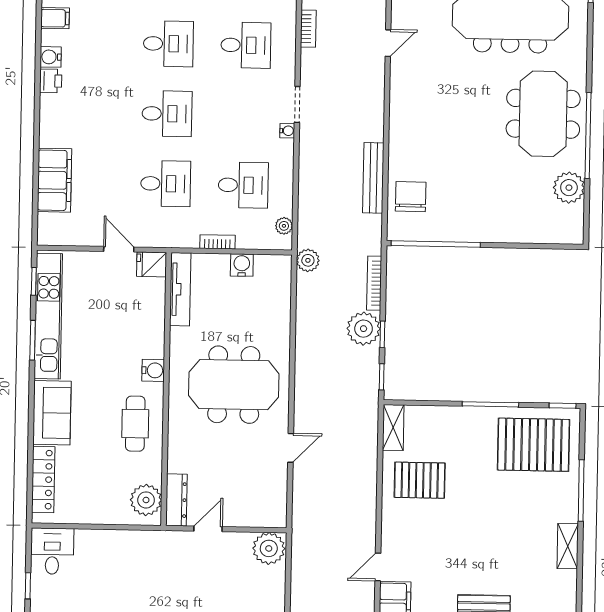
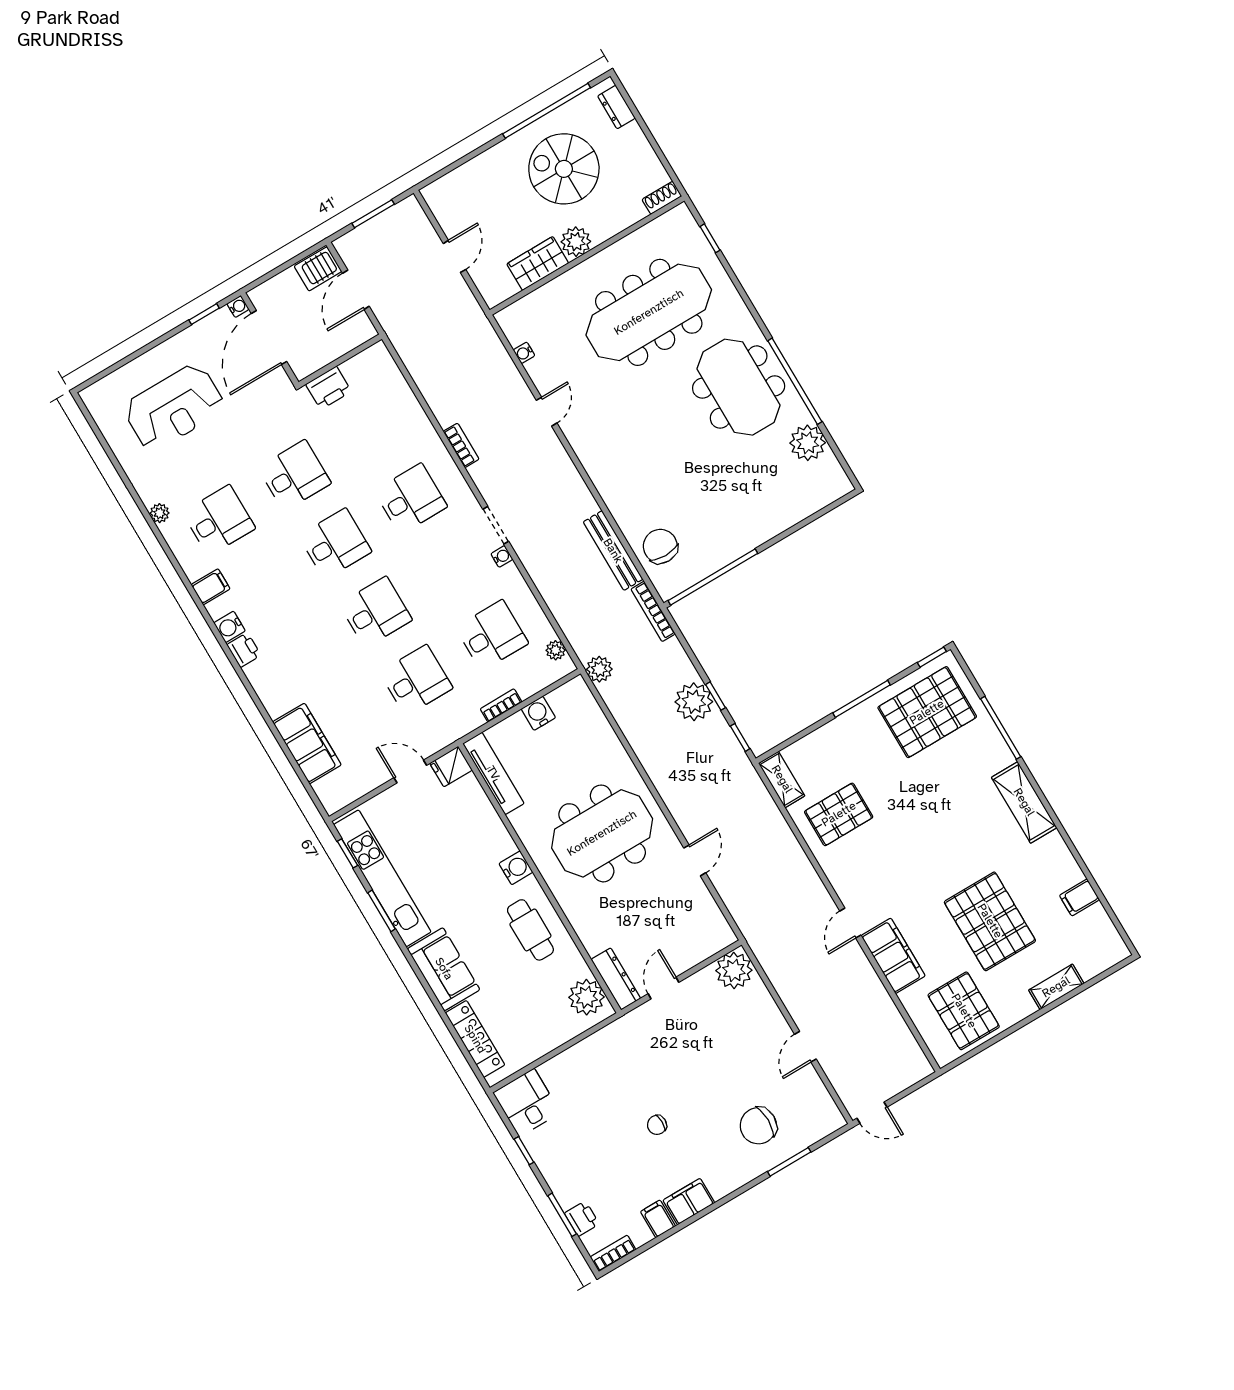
bookcase: (374, 283) -> (653, 611), moved
shelving: (568, 546) -> (1024, 802), width x1.50, depth x1.33

